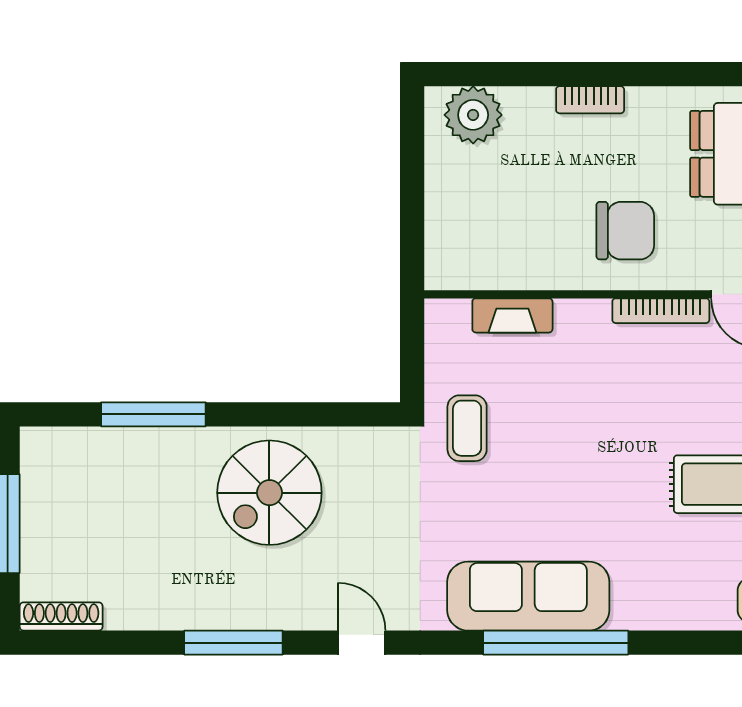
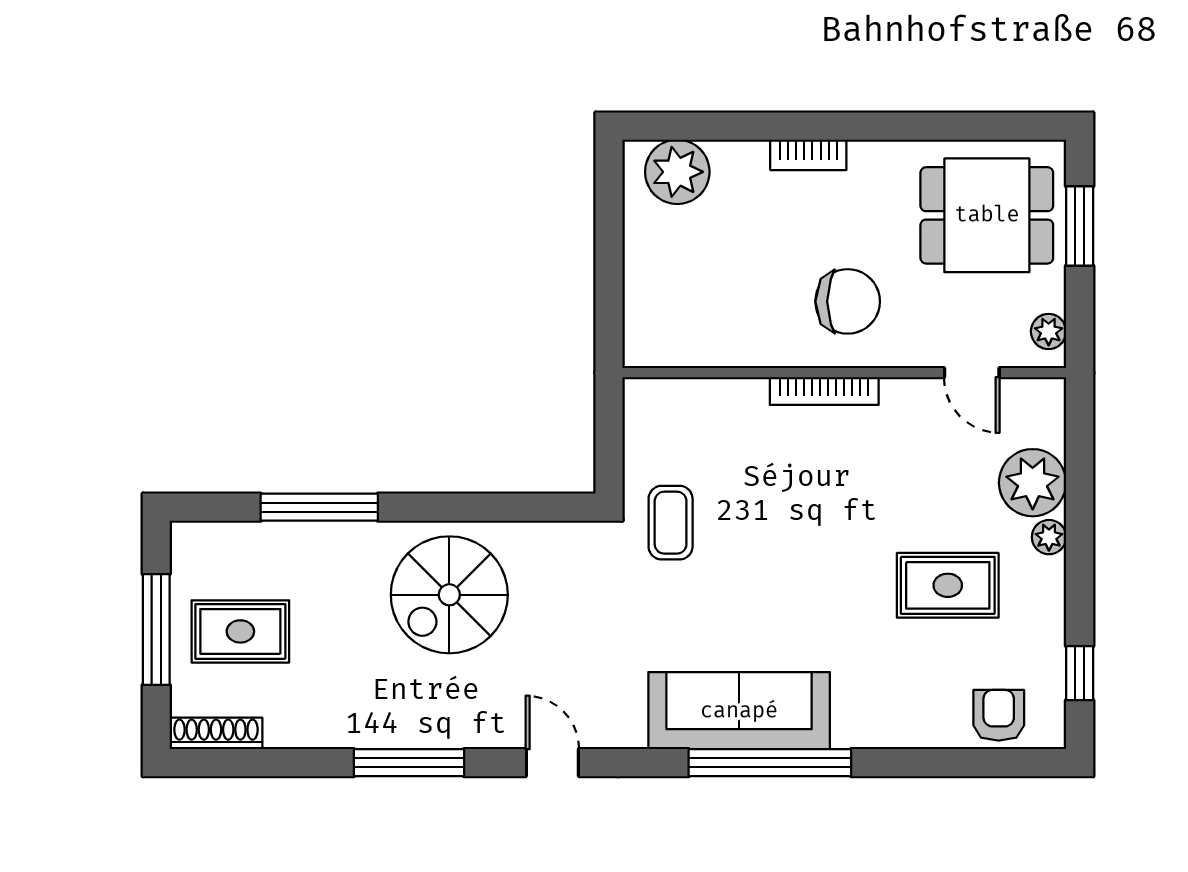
bookcase: (661, 311) -> (824, 391), moved
fireplace: (512, 315) -> (721, 396), removed
rug: (83, 525) -> (240, 631), added

